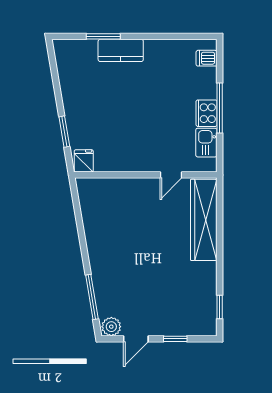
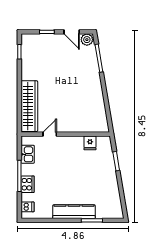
kitchen counter: (121, 50) -> (74, 212), width x1.50
cooker: (207, 113) -> (28, 184), moved
fridge: (84, 161) -> (90, 143), moved
door: (136, 339) -> (72, 32), swing flipped

